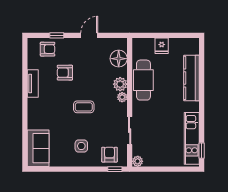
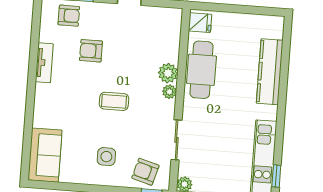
fridge: (162, 46) -> (200, 23), moved, turned -90
floor lamp: (119, 59) -> (169, 37), removed
armchair: (109, 155) -> (145, 172), turned -74

